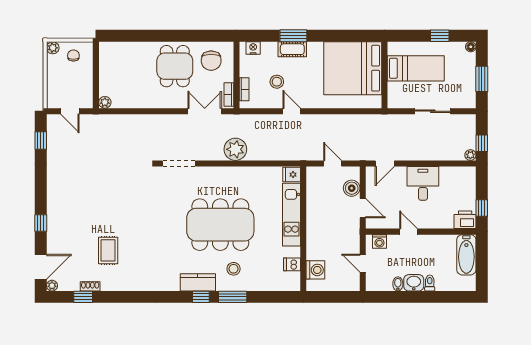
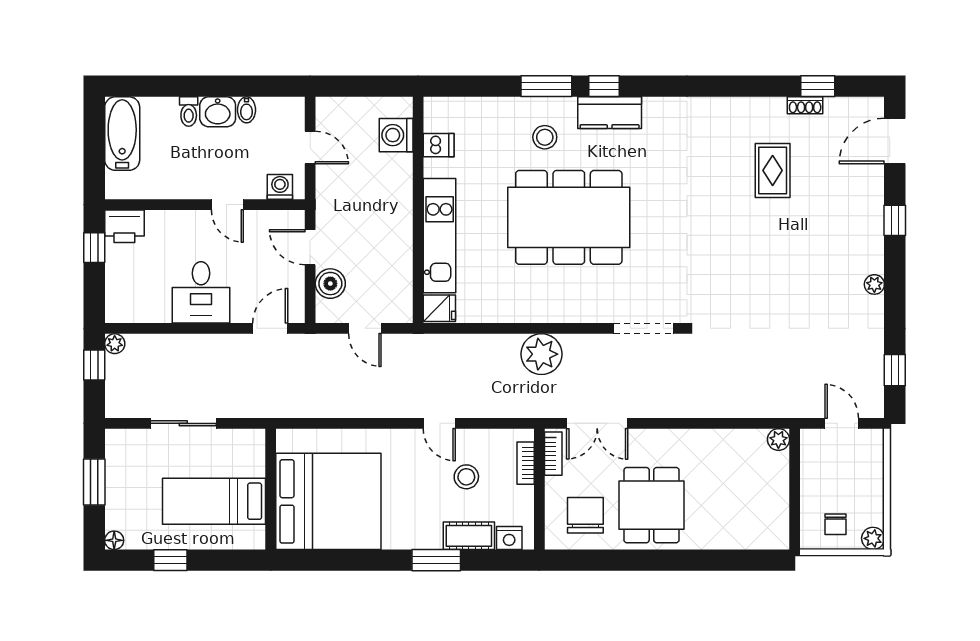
cot: (292, 49) -> (469, 536), moved
bathtub: (466, 255) -> (122, 134), moved
plant: (52, 286) -> (874, 284), moved

